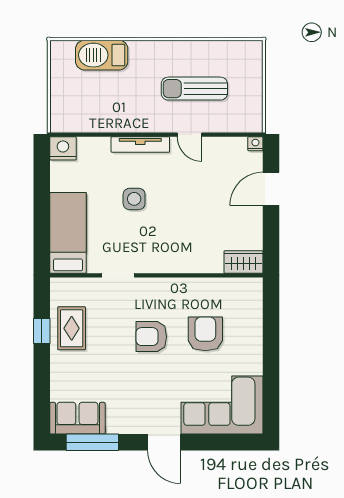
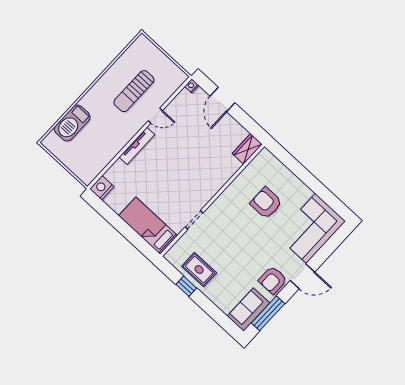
side table: (134, 199) -> (162, 175), removed
armchair: (151, 337) -> (273, 280), moved

